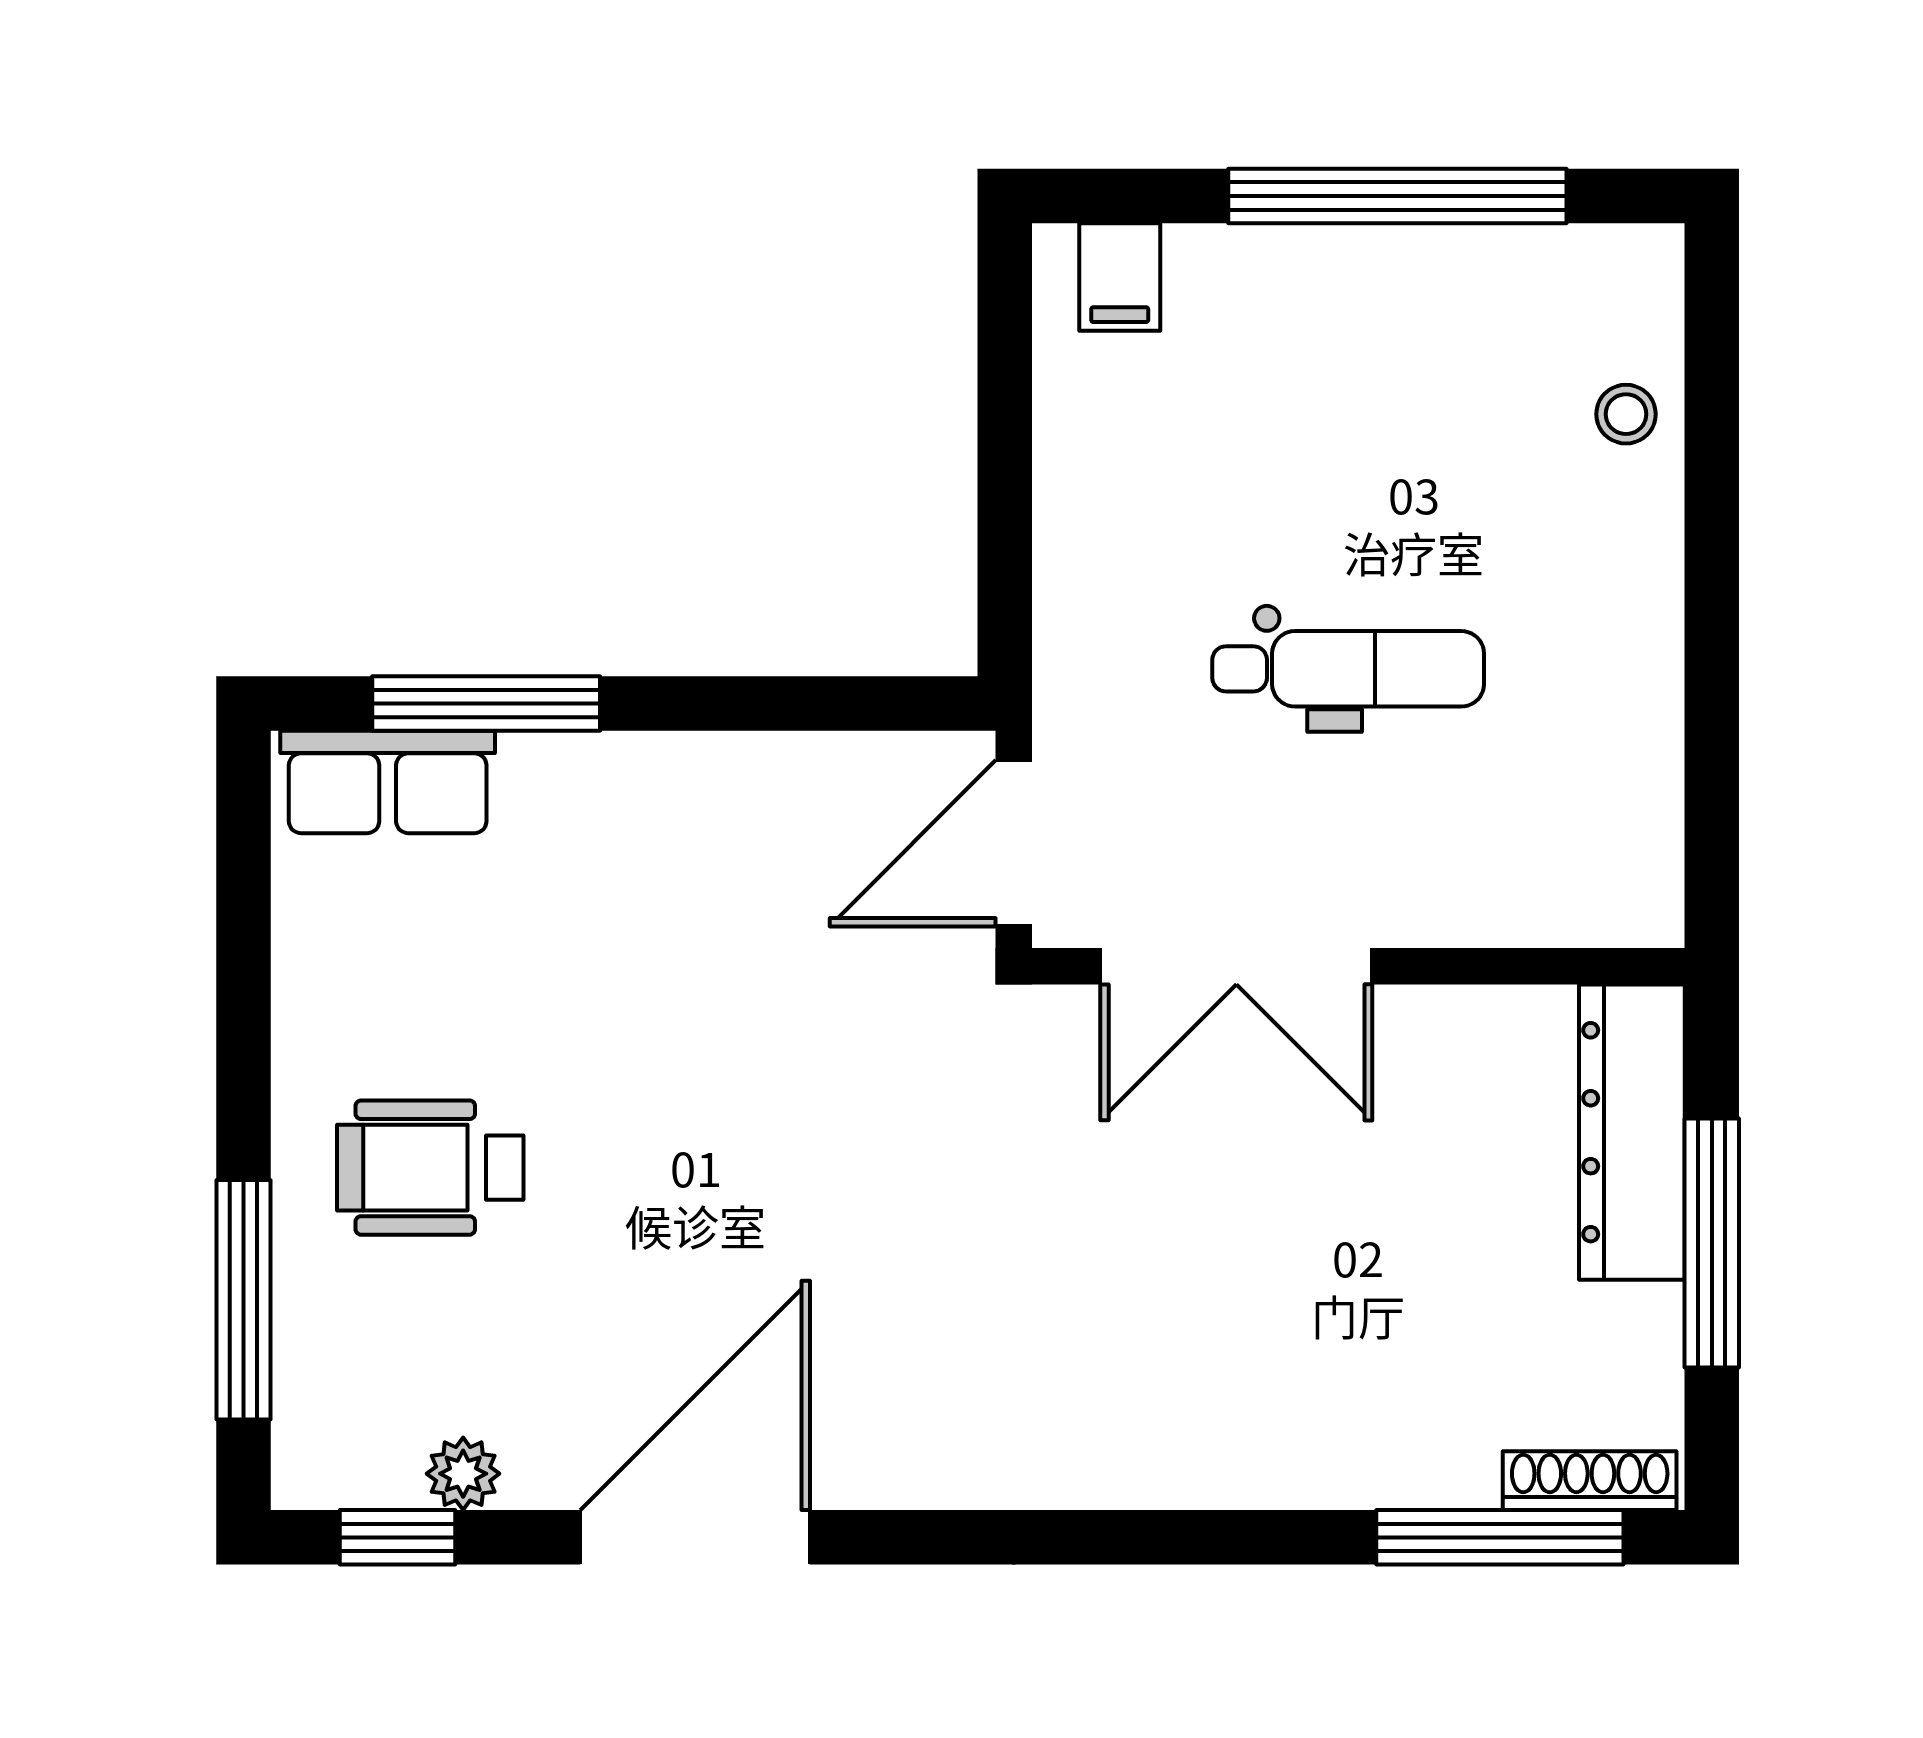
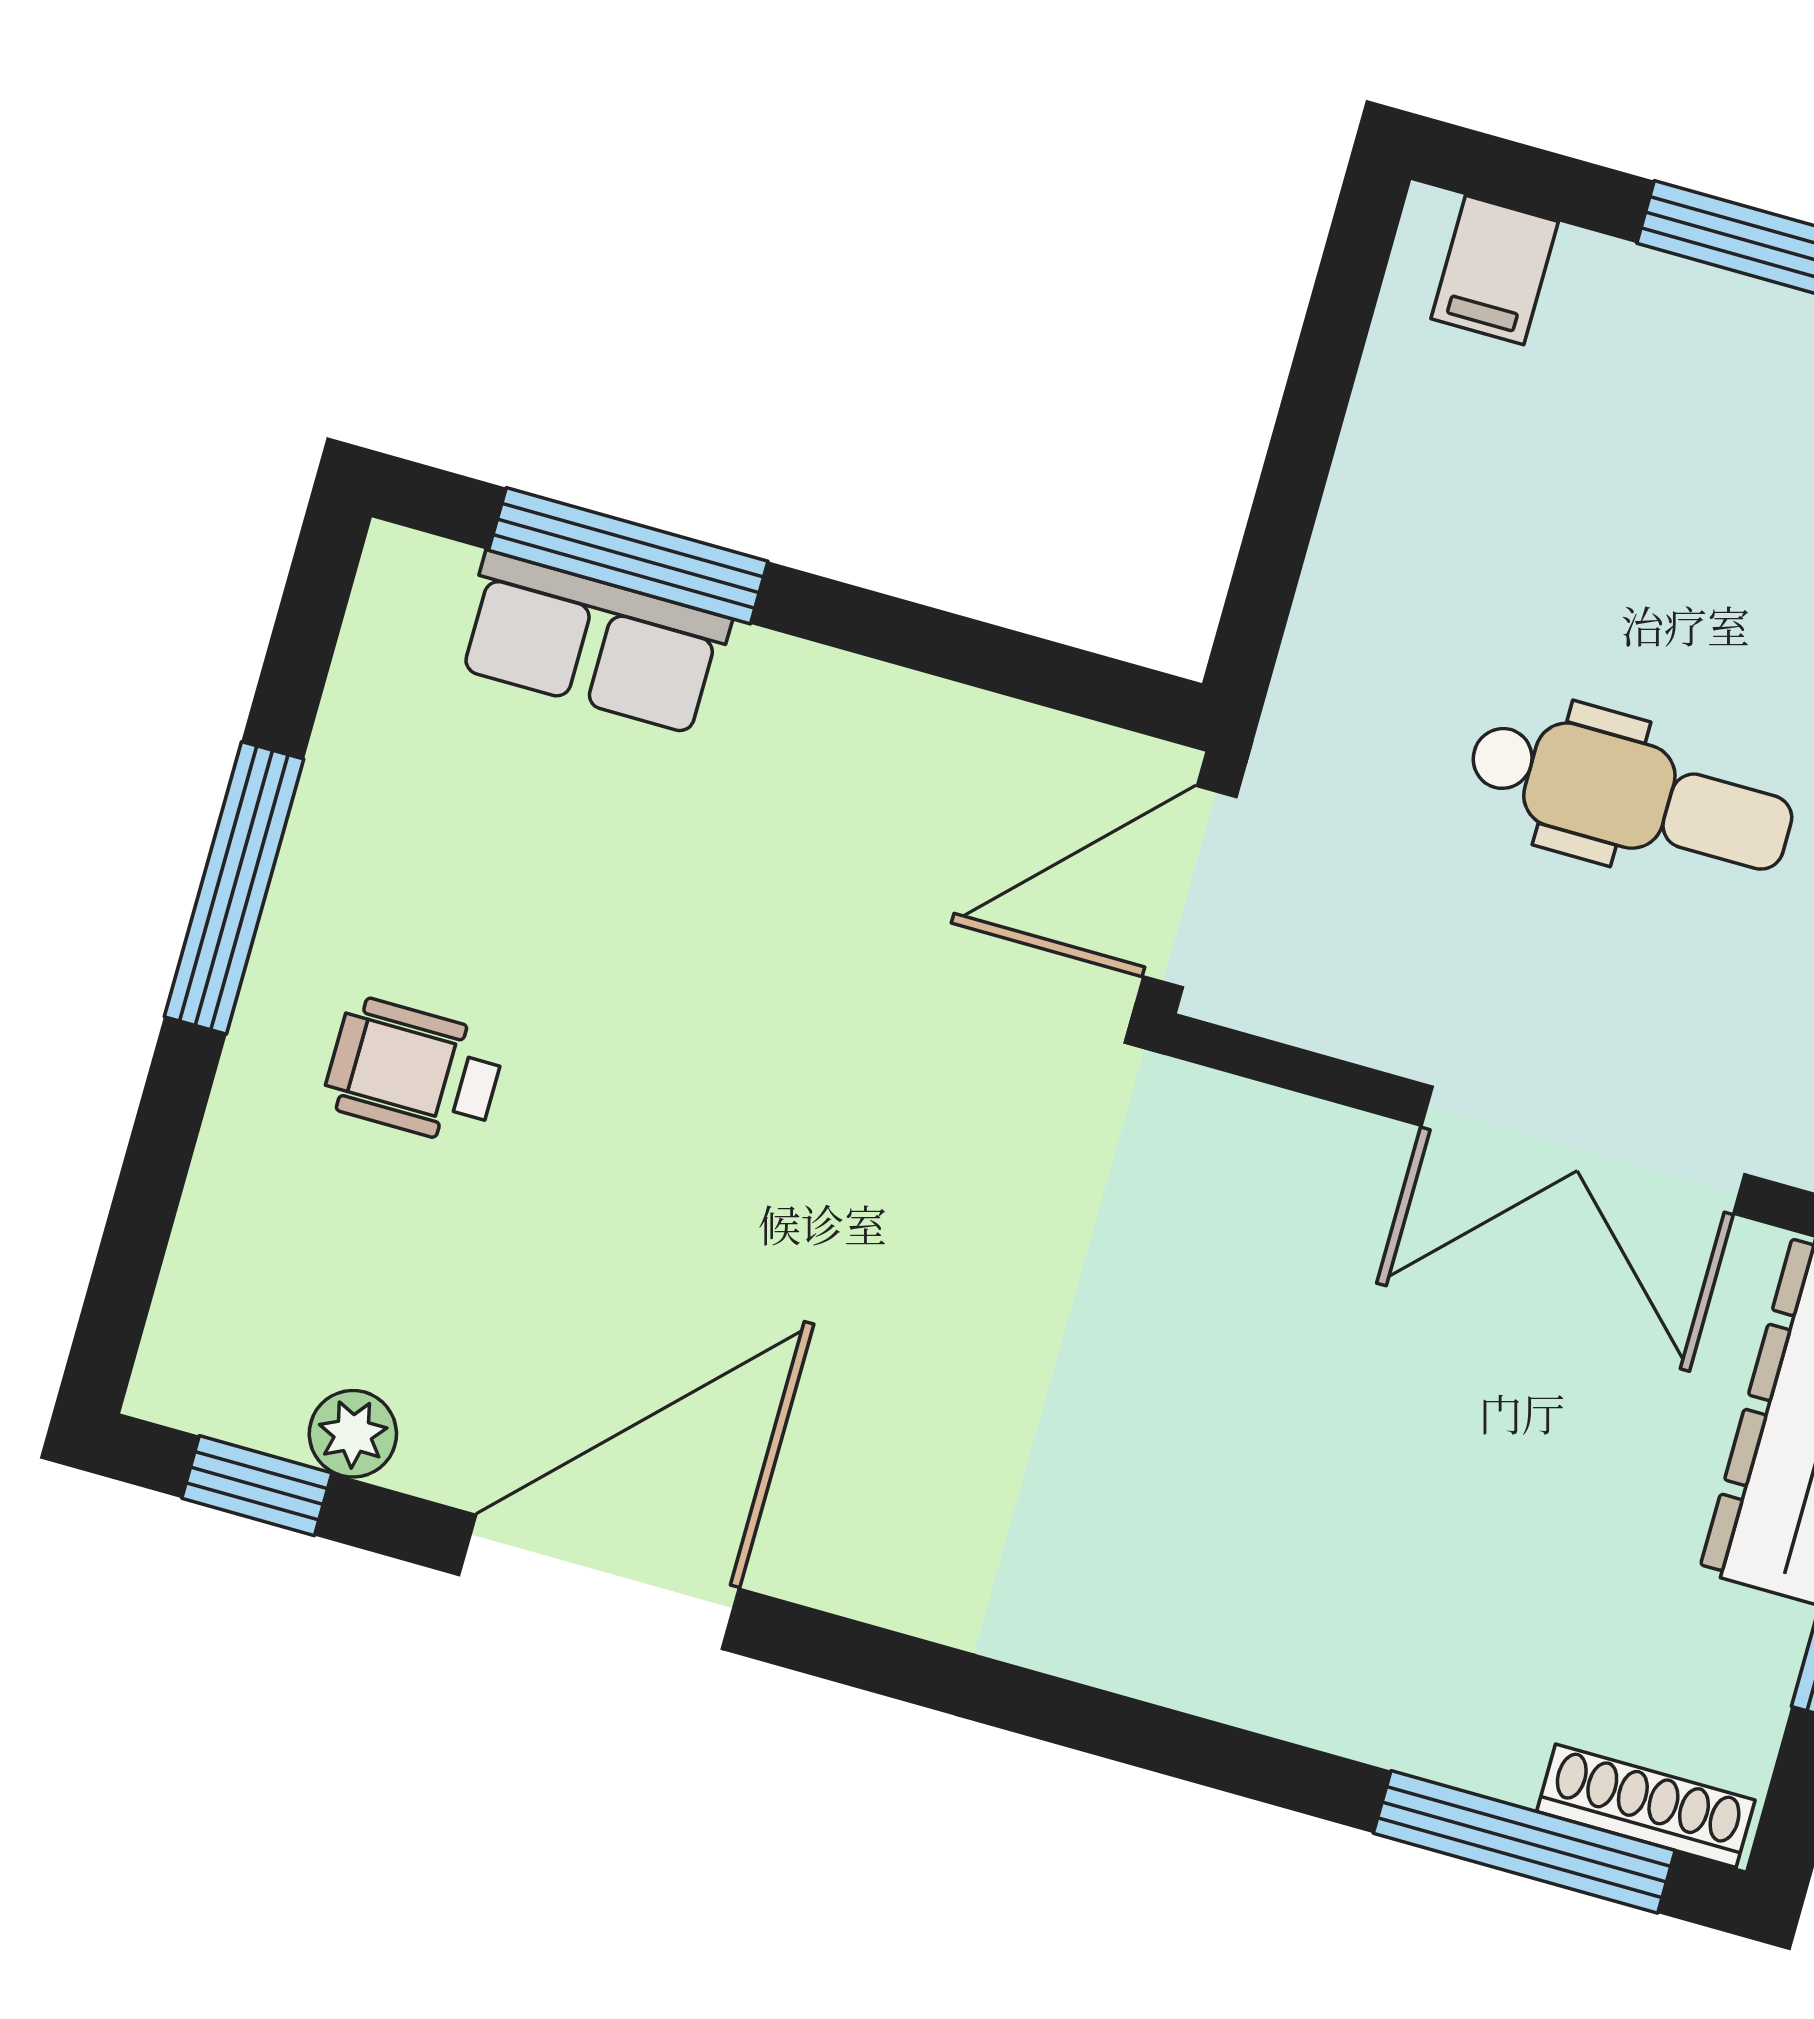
row of seats: (388, 782) -> (593, 643), moved
double door: (1236, 966) -> (1583, 1150), moved
wheelchair: (430, 1168) -> (414, 1071), width x0.73, depth x0.73
window: (244, 1300) -> (234, 888), moved

